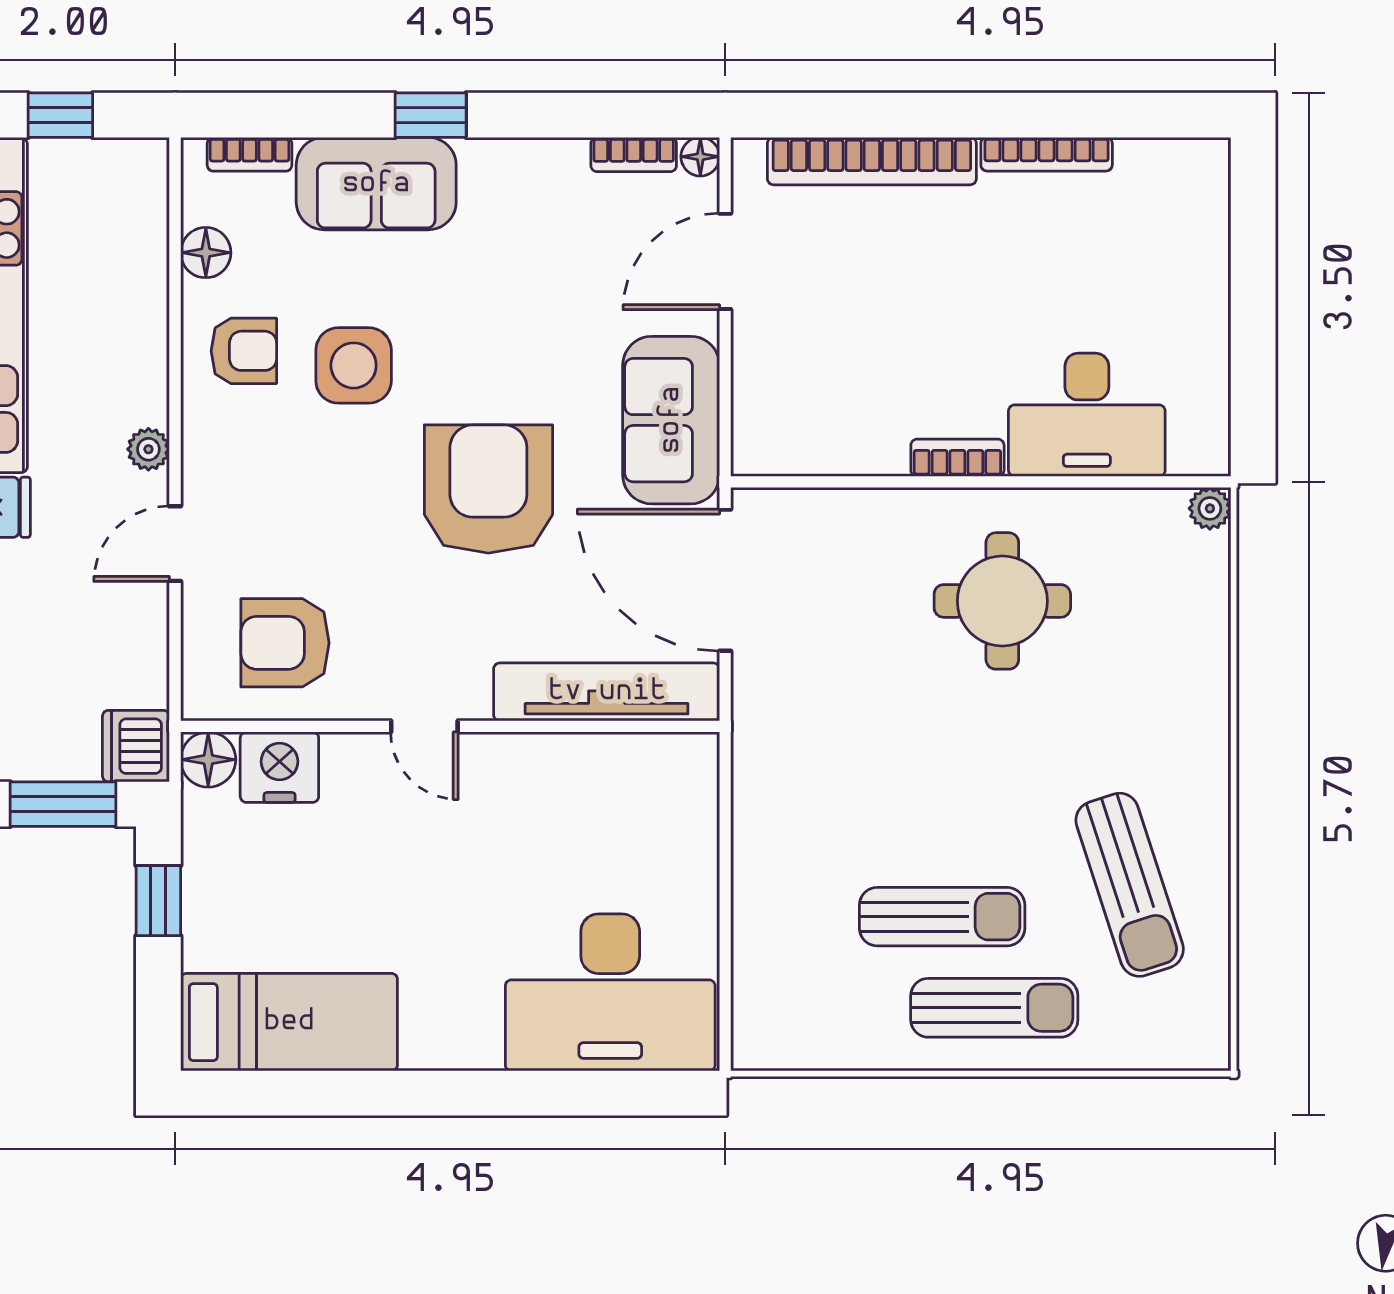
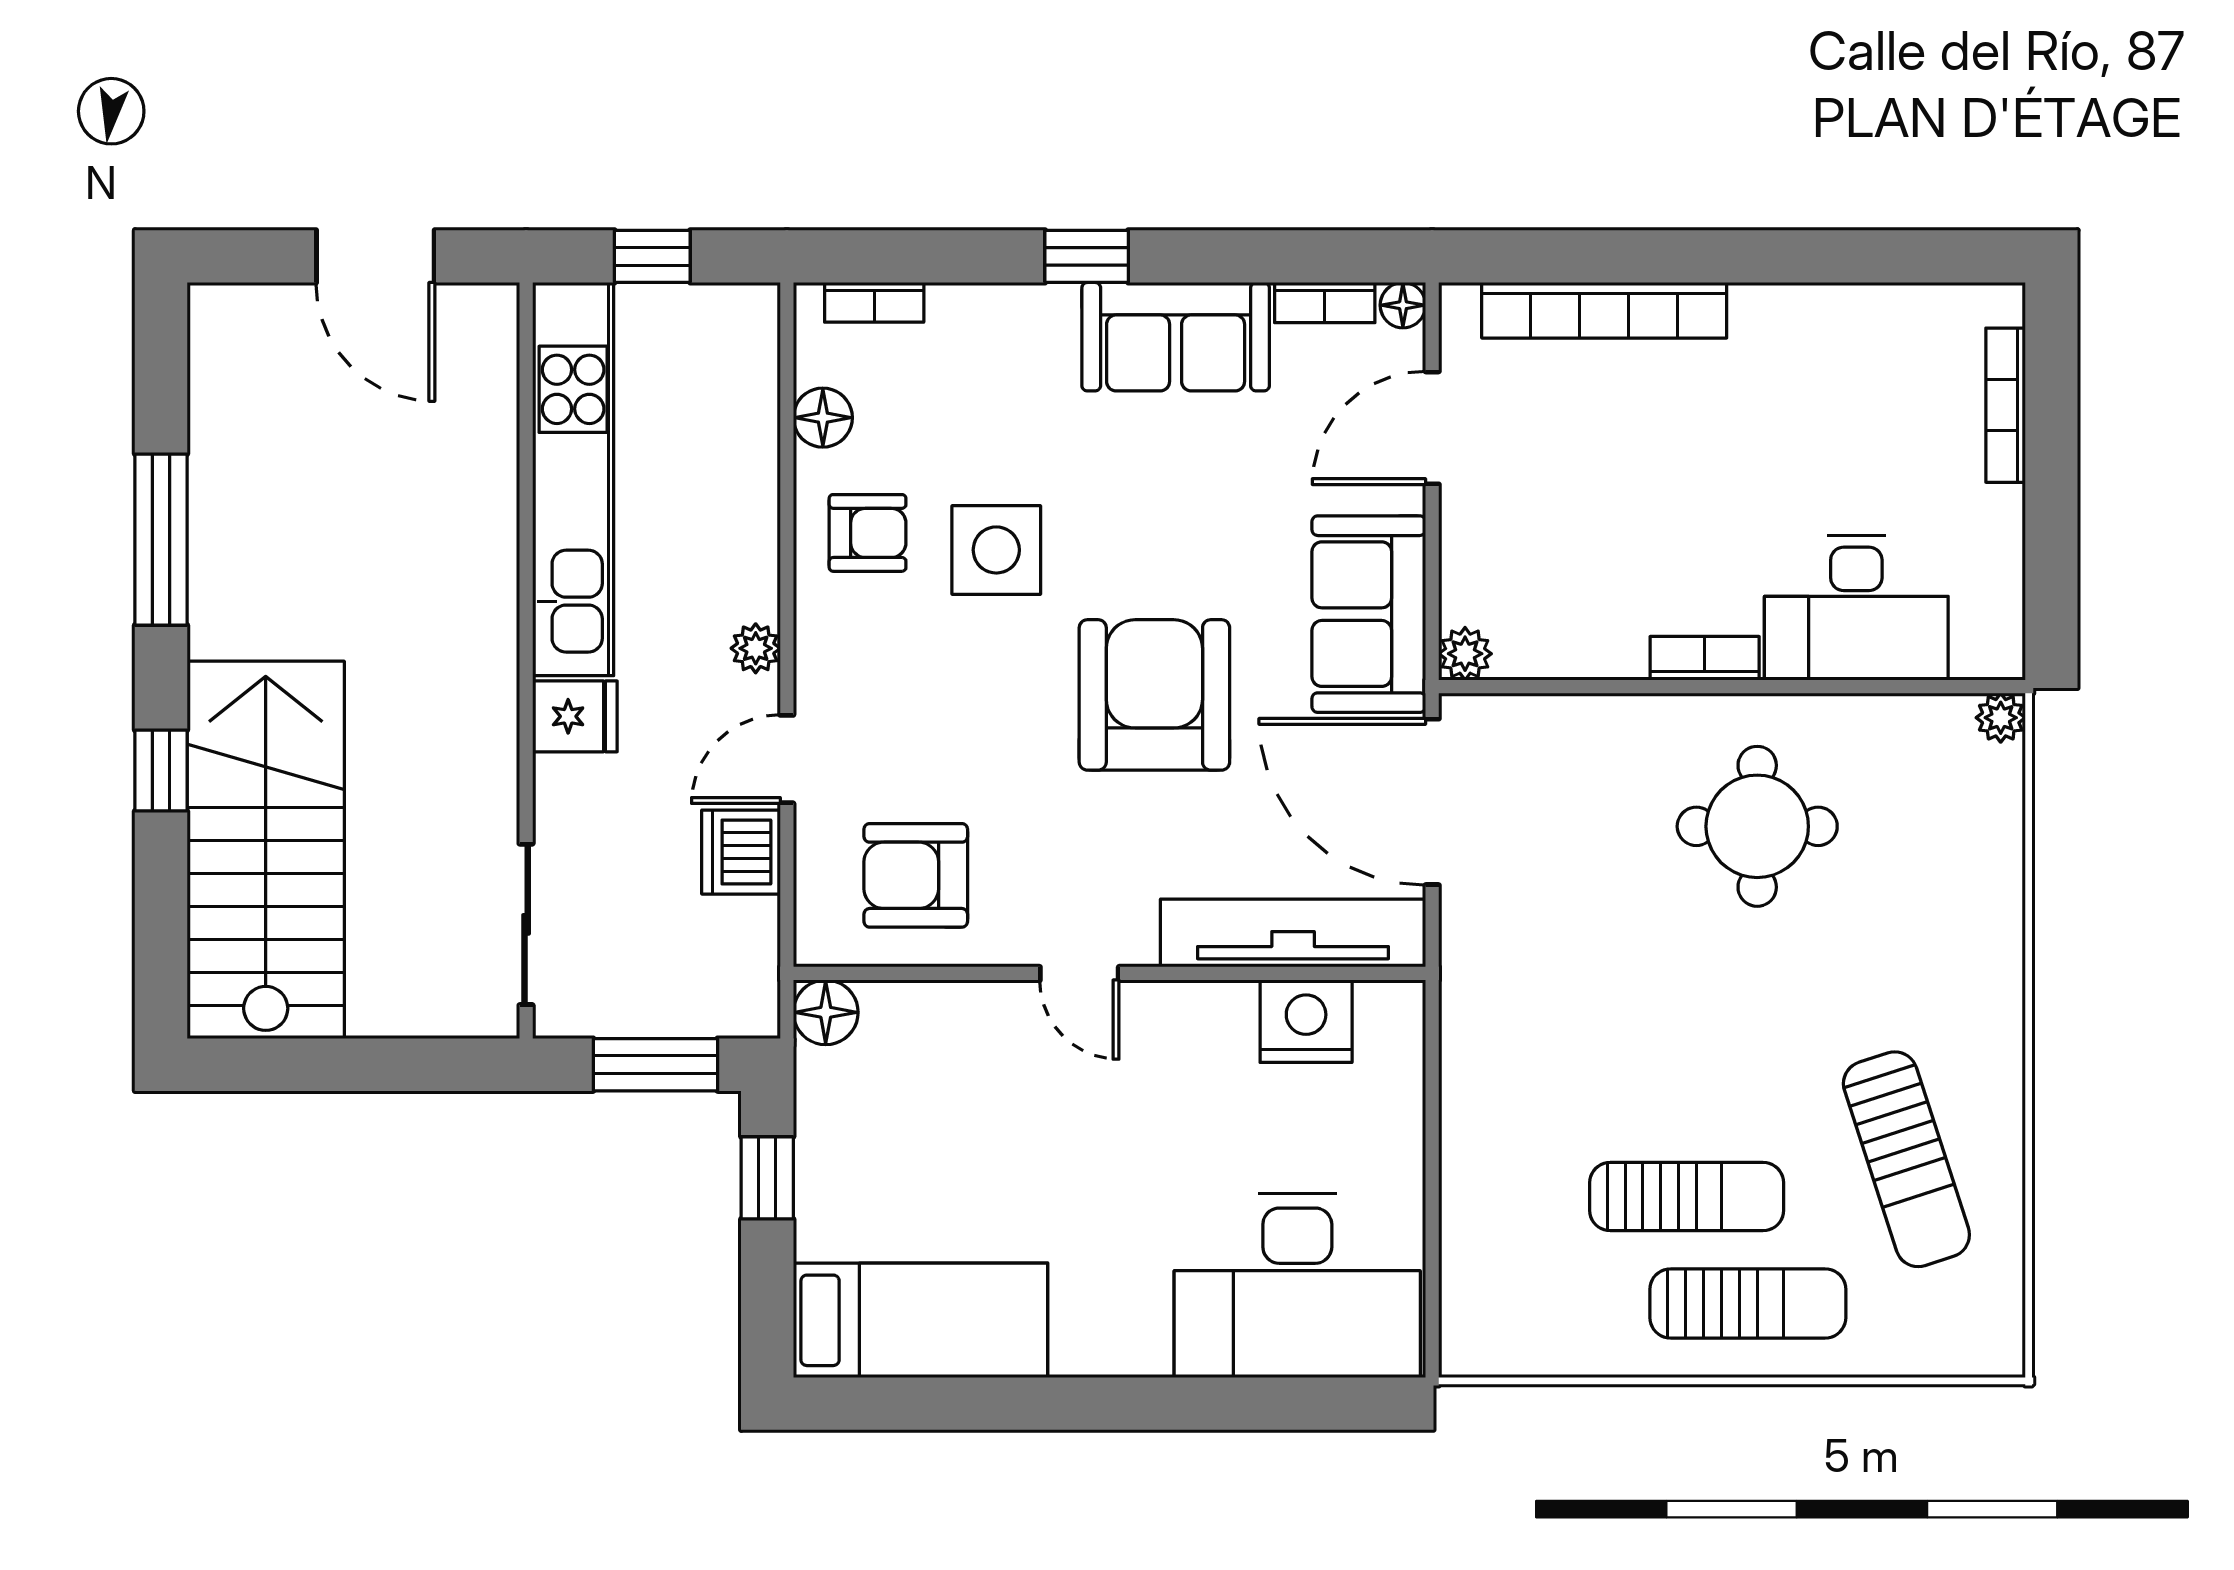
bookcase: (1047, 154) -> (2006, 405), moved, turned 90
sofa: (376, 184) -> (1176, 337), moved
plant: (753, 454) -> (1465, 654), added
dishwasher: (136, 746) -> (741, 852), moved
nightstand: (279, 767) -> (1306, 1021), moved

